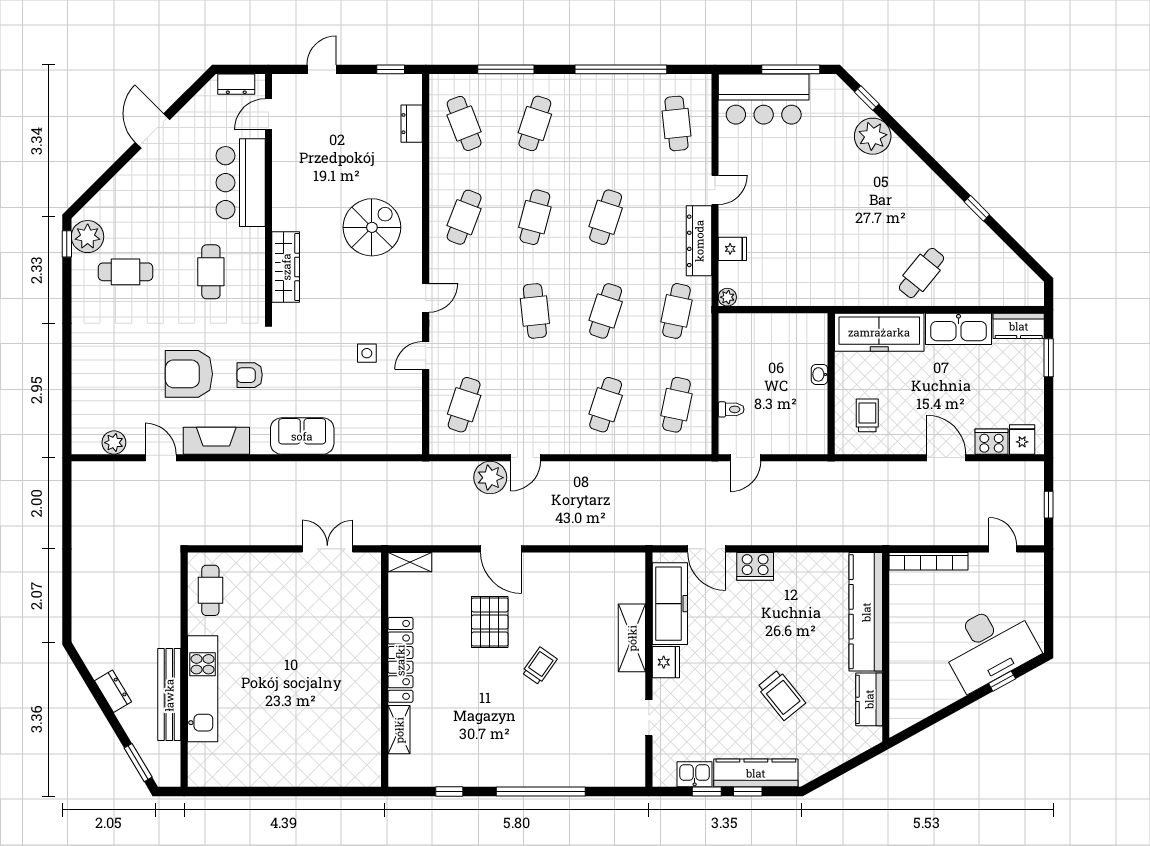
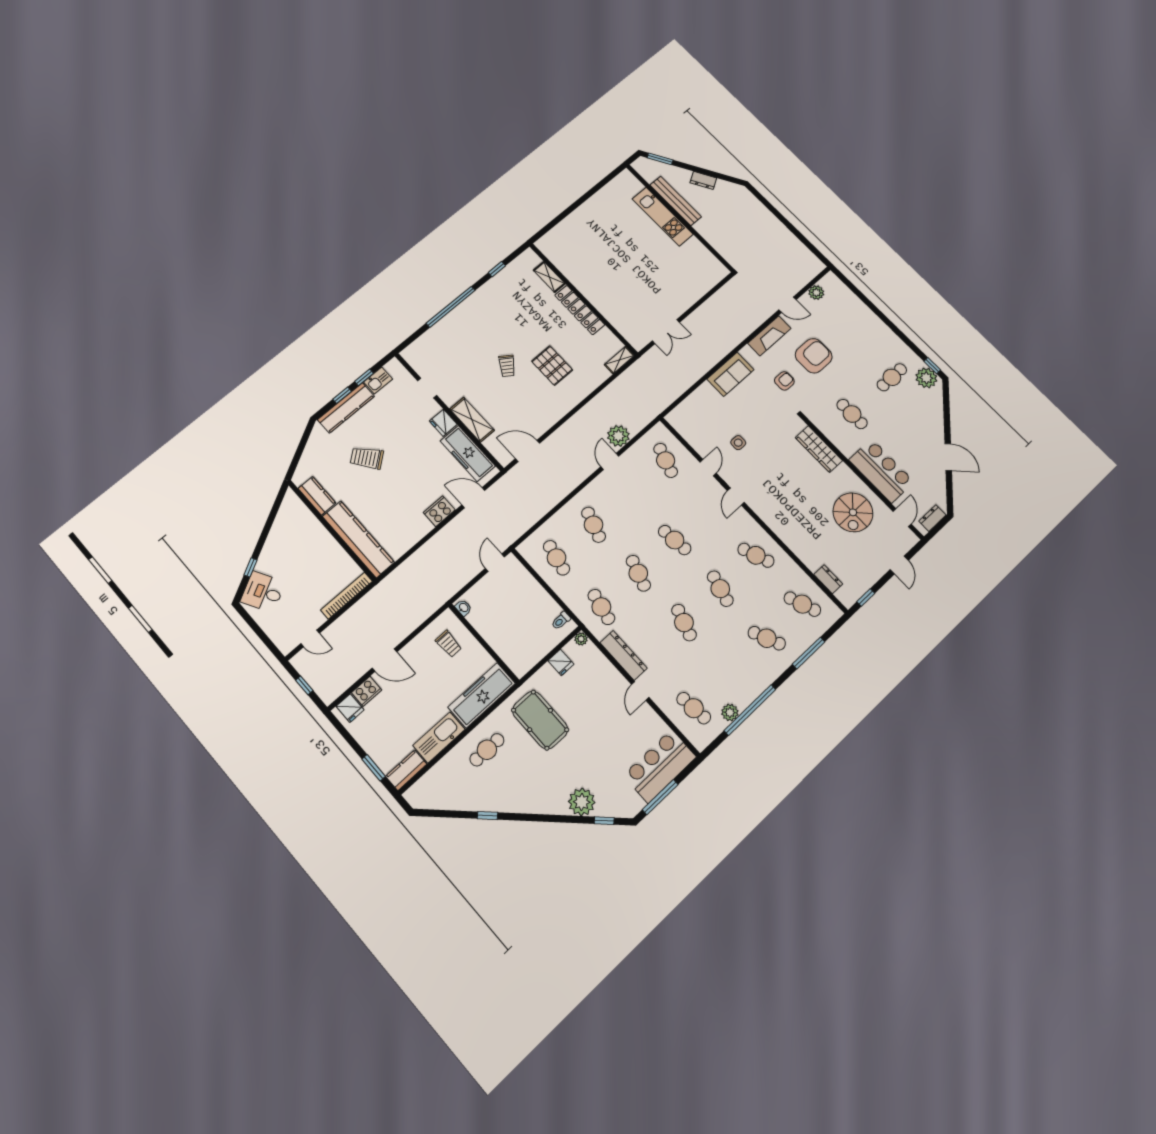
plant: (644, 86) -> (730, 712), added
cafe table: (535, 123) -> (767, 638), turned -42
cafe table: (464, 217) -> (756, 555), turned -42
spiral stairs: (372, 227) -> (853, 512), moved
fridge: (732, 249) -> (561, 662), moved, turned -90
pool table: (842, 254) -> (540, 720), added
cafe table: (921, 273) -> (487, 750), turned 51
washbasin: (820, 374) -> (463, 608), moved
toilet: (731, 409) -> (561, 621), moved
door: (501, 549) -> (528, 451), moved
cafe table: (210, 590) -> (703, 264), removed
desk: (989, 646) -> (263, 592), width x0.53, depth x0.77

